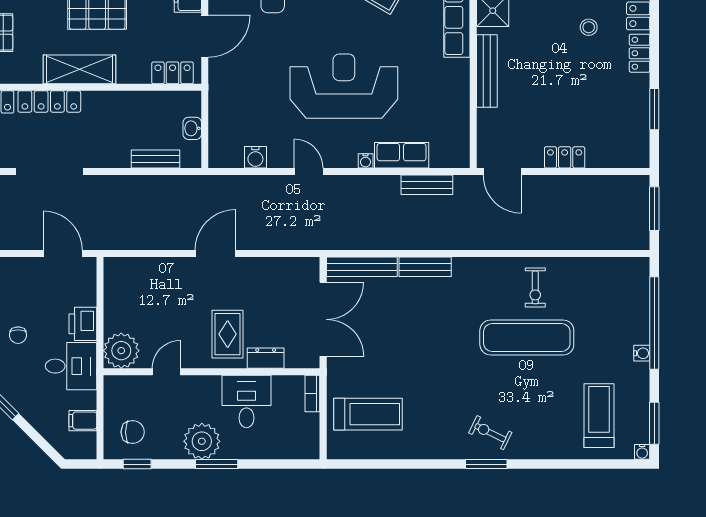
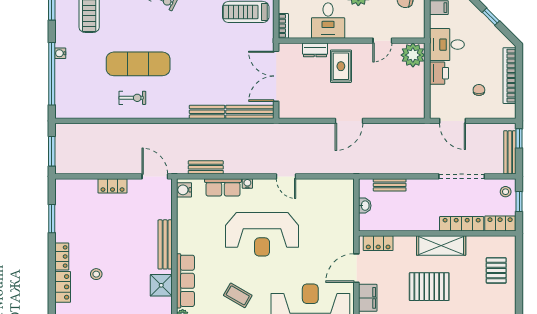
water cooler: (255, 157) -> (184, 190), moved, turned -90
exercise bike: (535, 287) -> (132, 98), turned 90
chair: (18, 335) -> (479, 90), moved

